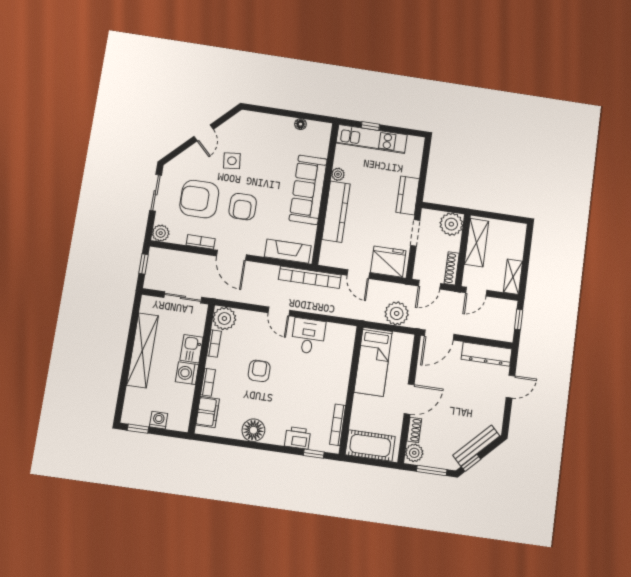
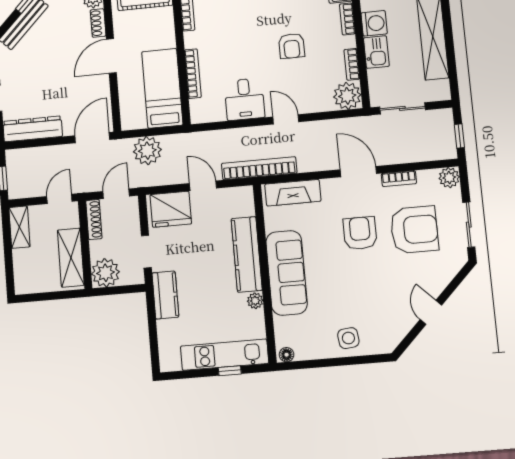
floor lamp: (300, 124) -> (287, 355), moved
side table: (232, 161) -> (348, 338), moved
bookcase: (345, 368) -> (193, 74), added

